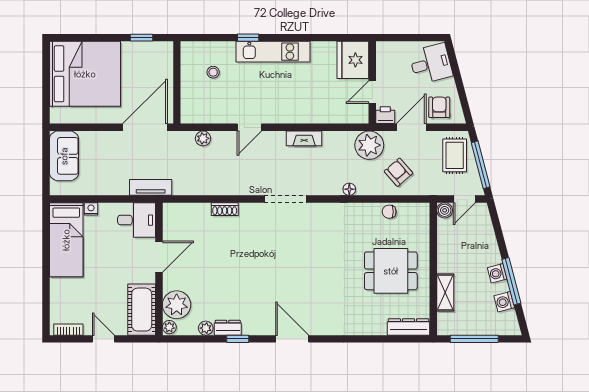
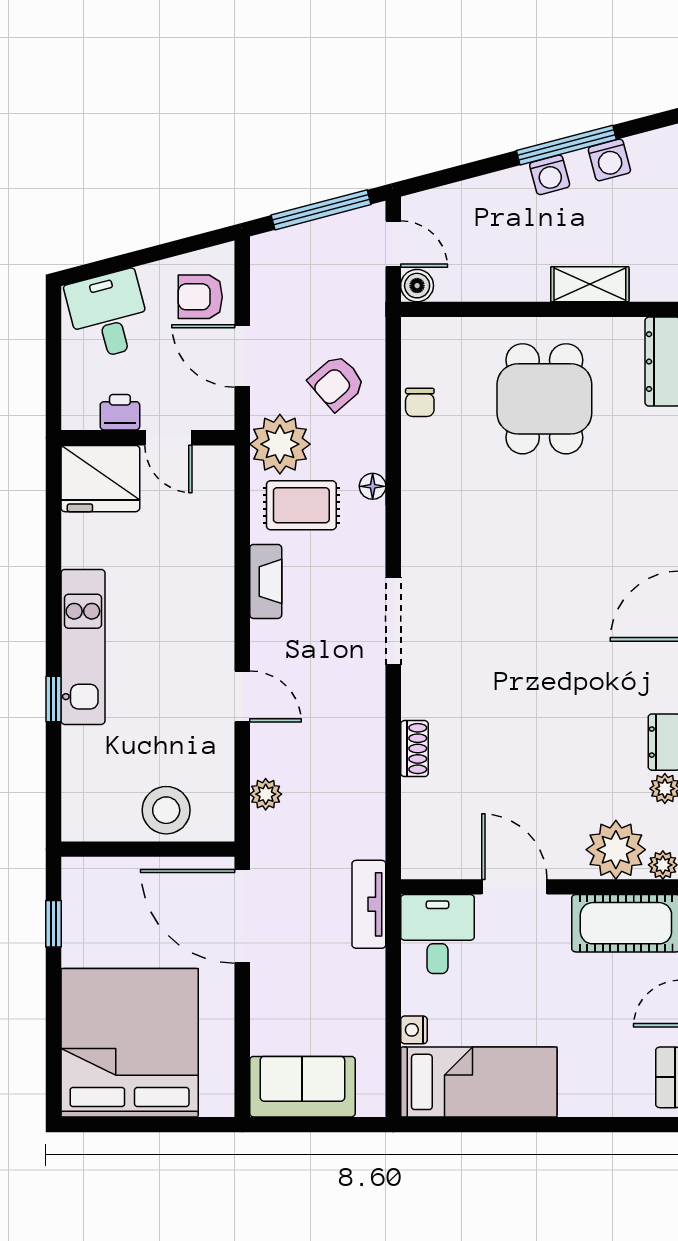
stool: (213, 72) -> (166, 810), moved, width x1.89, depth x1.89
printer: (385, 115) -> (120, 412), moved, turned 90
rug: (455, 155) -> (301, 505), moved

